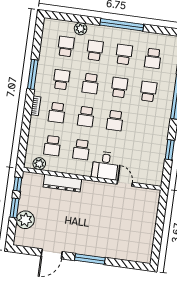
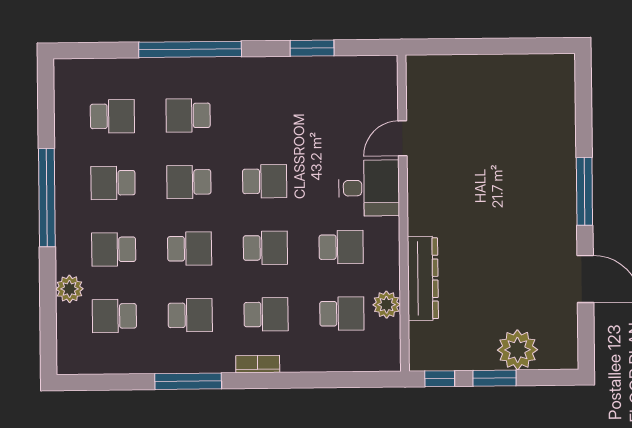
school desk: (61, 80) -> (190, 315), turned 180
plant: (39, 164) -> (387, 305), moved

